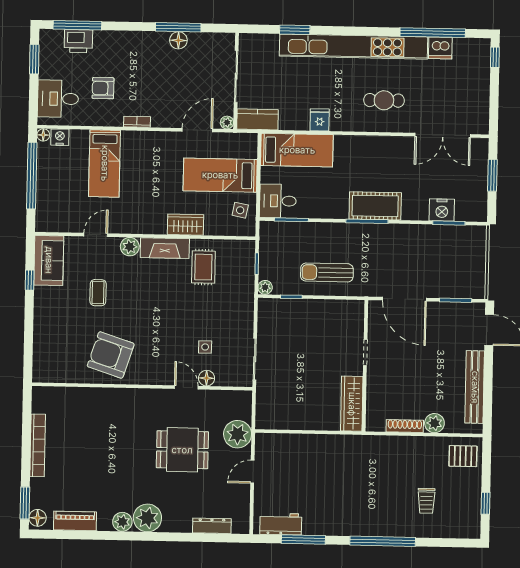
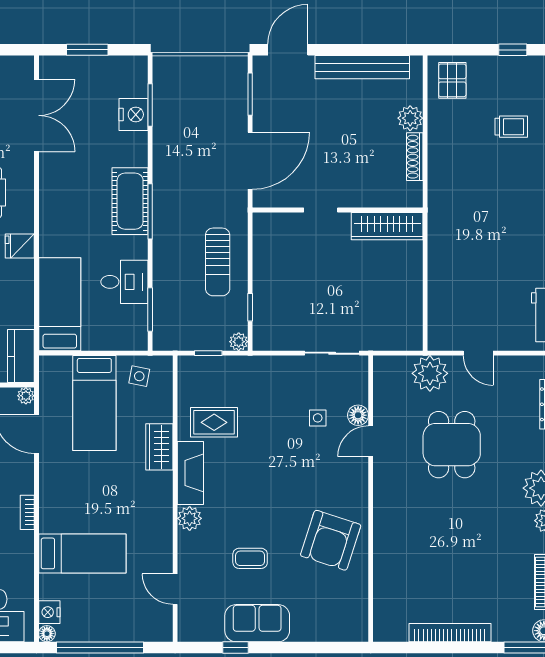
fridge: (320, 120) -> (20, 246), moved
desk: (278, 201) -> (124, 282), moved, turned -90
door: (96, 235) -> (175, 589), moved
sofa: (49, 260) -> (257, 623), moved

